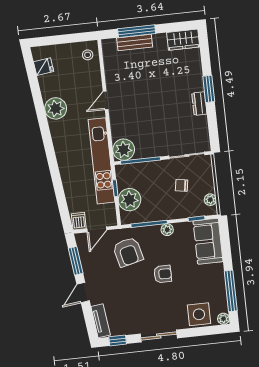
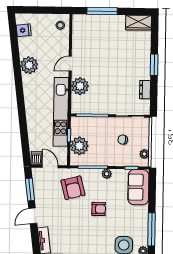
bench: (135, 43) -> (99, 20), removed
dresser: (199, 104) -> (145, 90), moved
plant: (124, 150) -> (80, 86), moved
door: (97, 229) -> (50, 167), swing flipped

